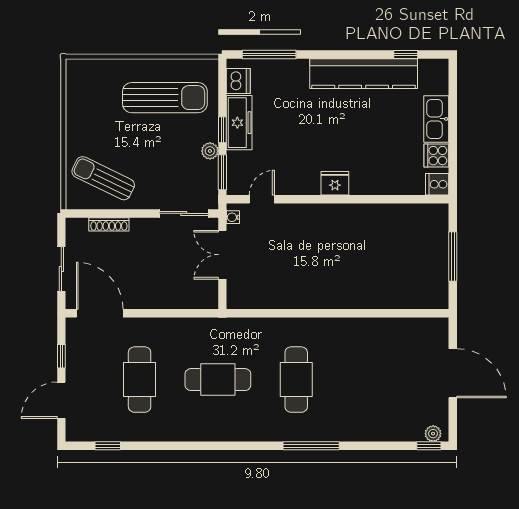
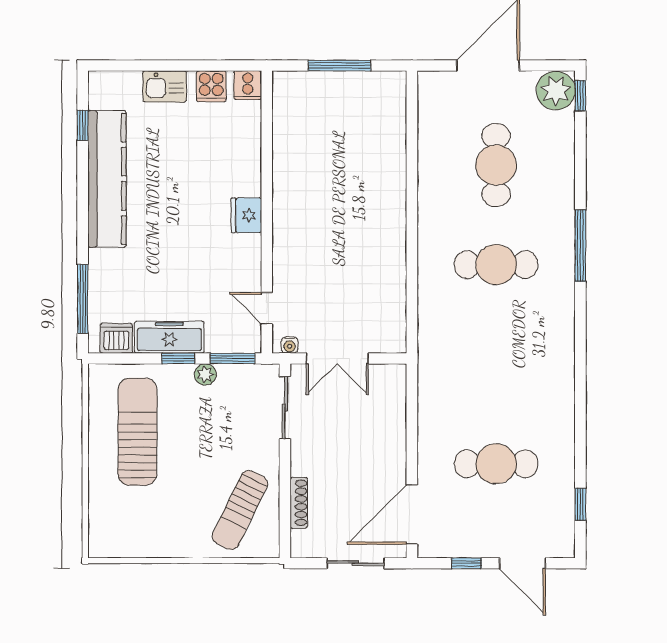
kitchen sink: (436, 119) -> (165, 86), width x0.73
cafe table: (218, 380) -> (496, 165), moved
plant: (433, 434) -> (556, 91), width x1.88, depth x1.88

